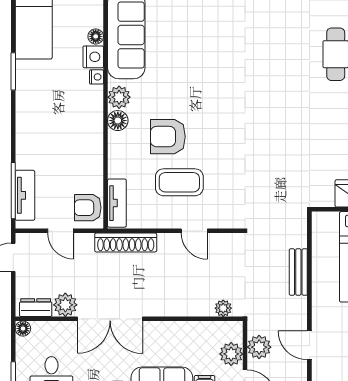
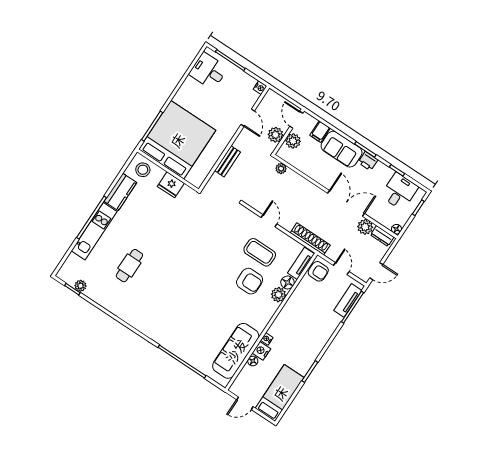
plant: (119, 97) -> (279, 295), moved
floor lamp: (118, 121) -> (288, 283), moved

